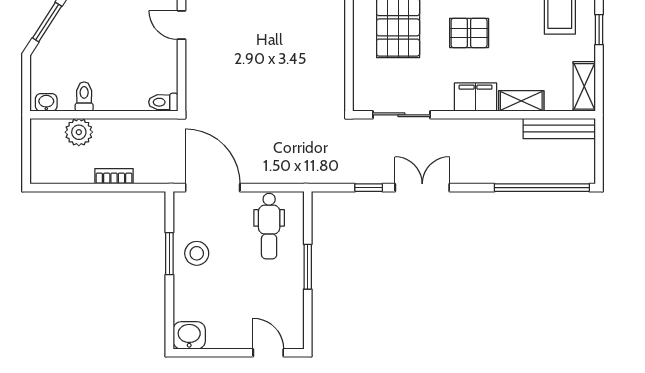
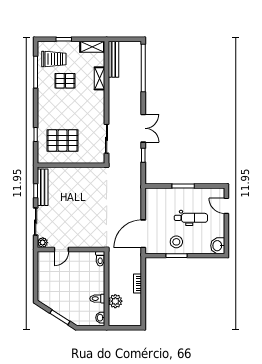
pallet: (469, 33) -> (65, 81), moved, turned 90
filing cabinet: (476, 97) -> (98, 101), removed
double door: (422, 188) -> (143, 128), swing flipped
dental chair: (269, 226) -> (191, 218), moved
door: (268, 353) -> (226, 206), hinge flipped

